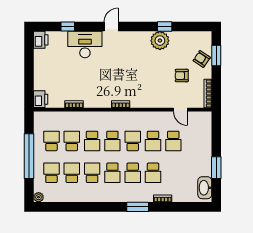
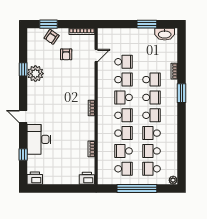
school desk: (51, 141) -> (124, 169), turned 180

